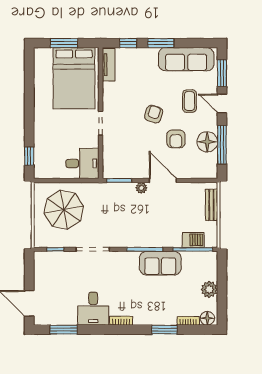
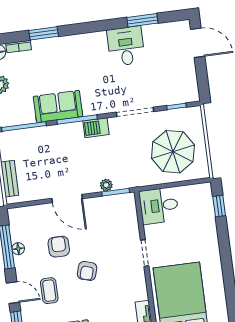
floor lamp: (207, 142) -> (18, 249), width x0.53, depth x0.53
plant: (141, 188) -> (106, 185), moved
barbecue: (193, 240) -> (96, 128), moved
bookcase: (121, 321) -> (93, 37), removed
window: (64, 330) -> (142, 20), moved

